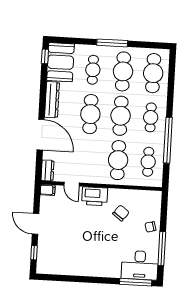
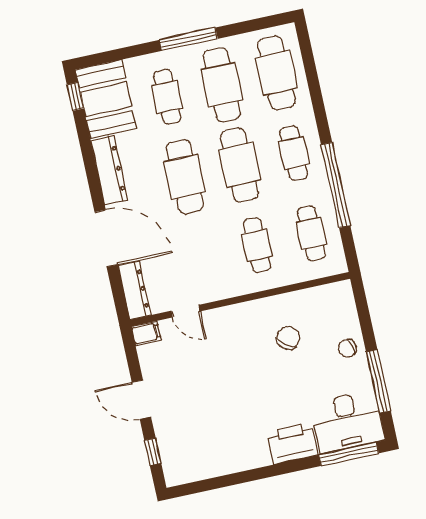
cafe table: (118, 160) -> (257, 245), width x0.73, depth x0.74
dresser: (48, 170) -> (134, 290), width x1.44
printer: (95, 196) -> (293, 443), moved, turned 180

